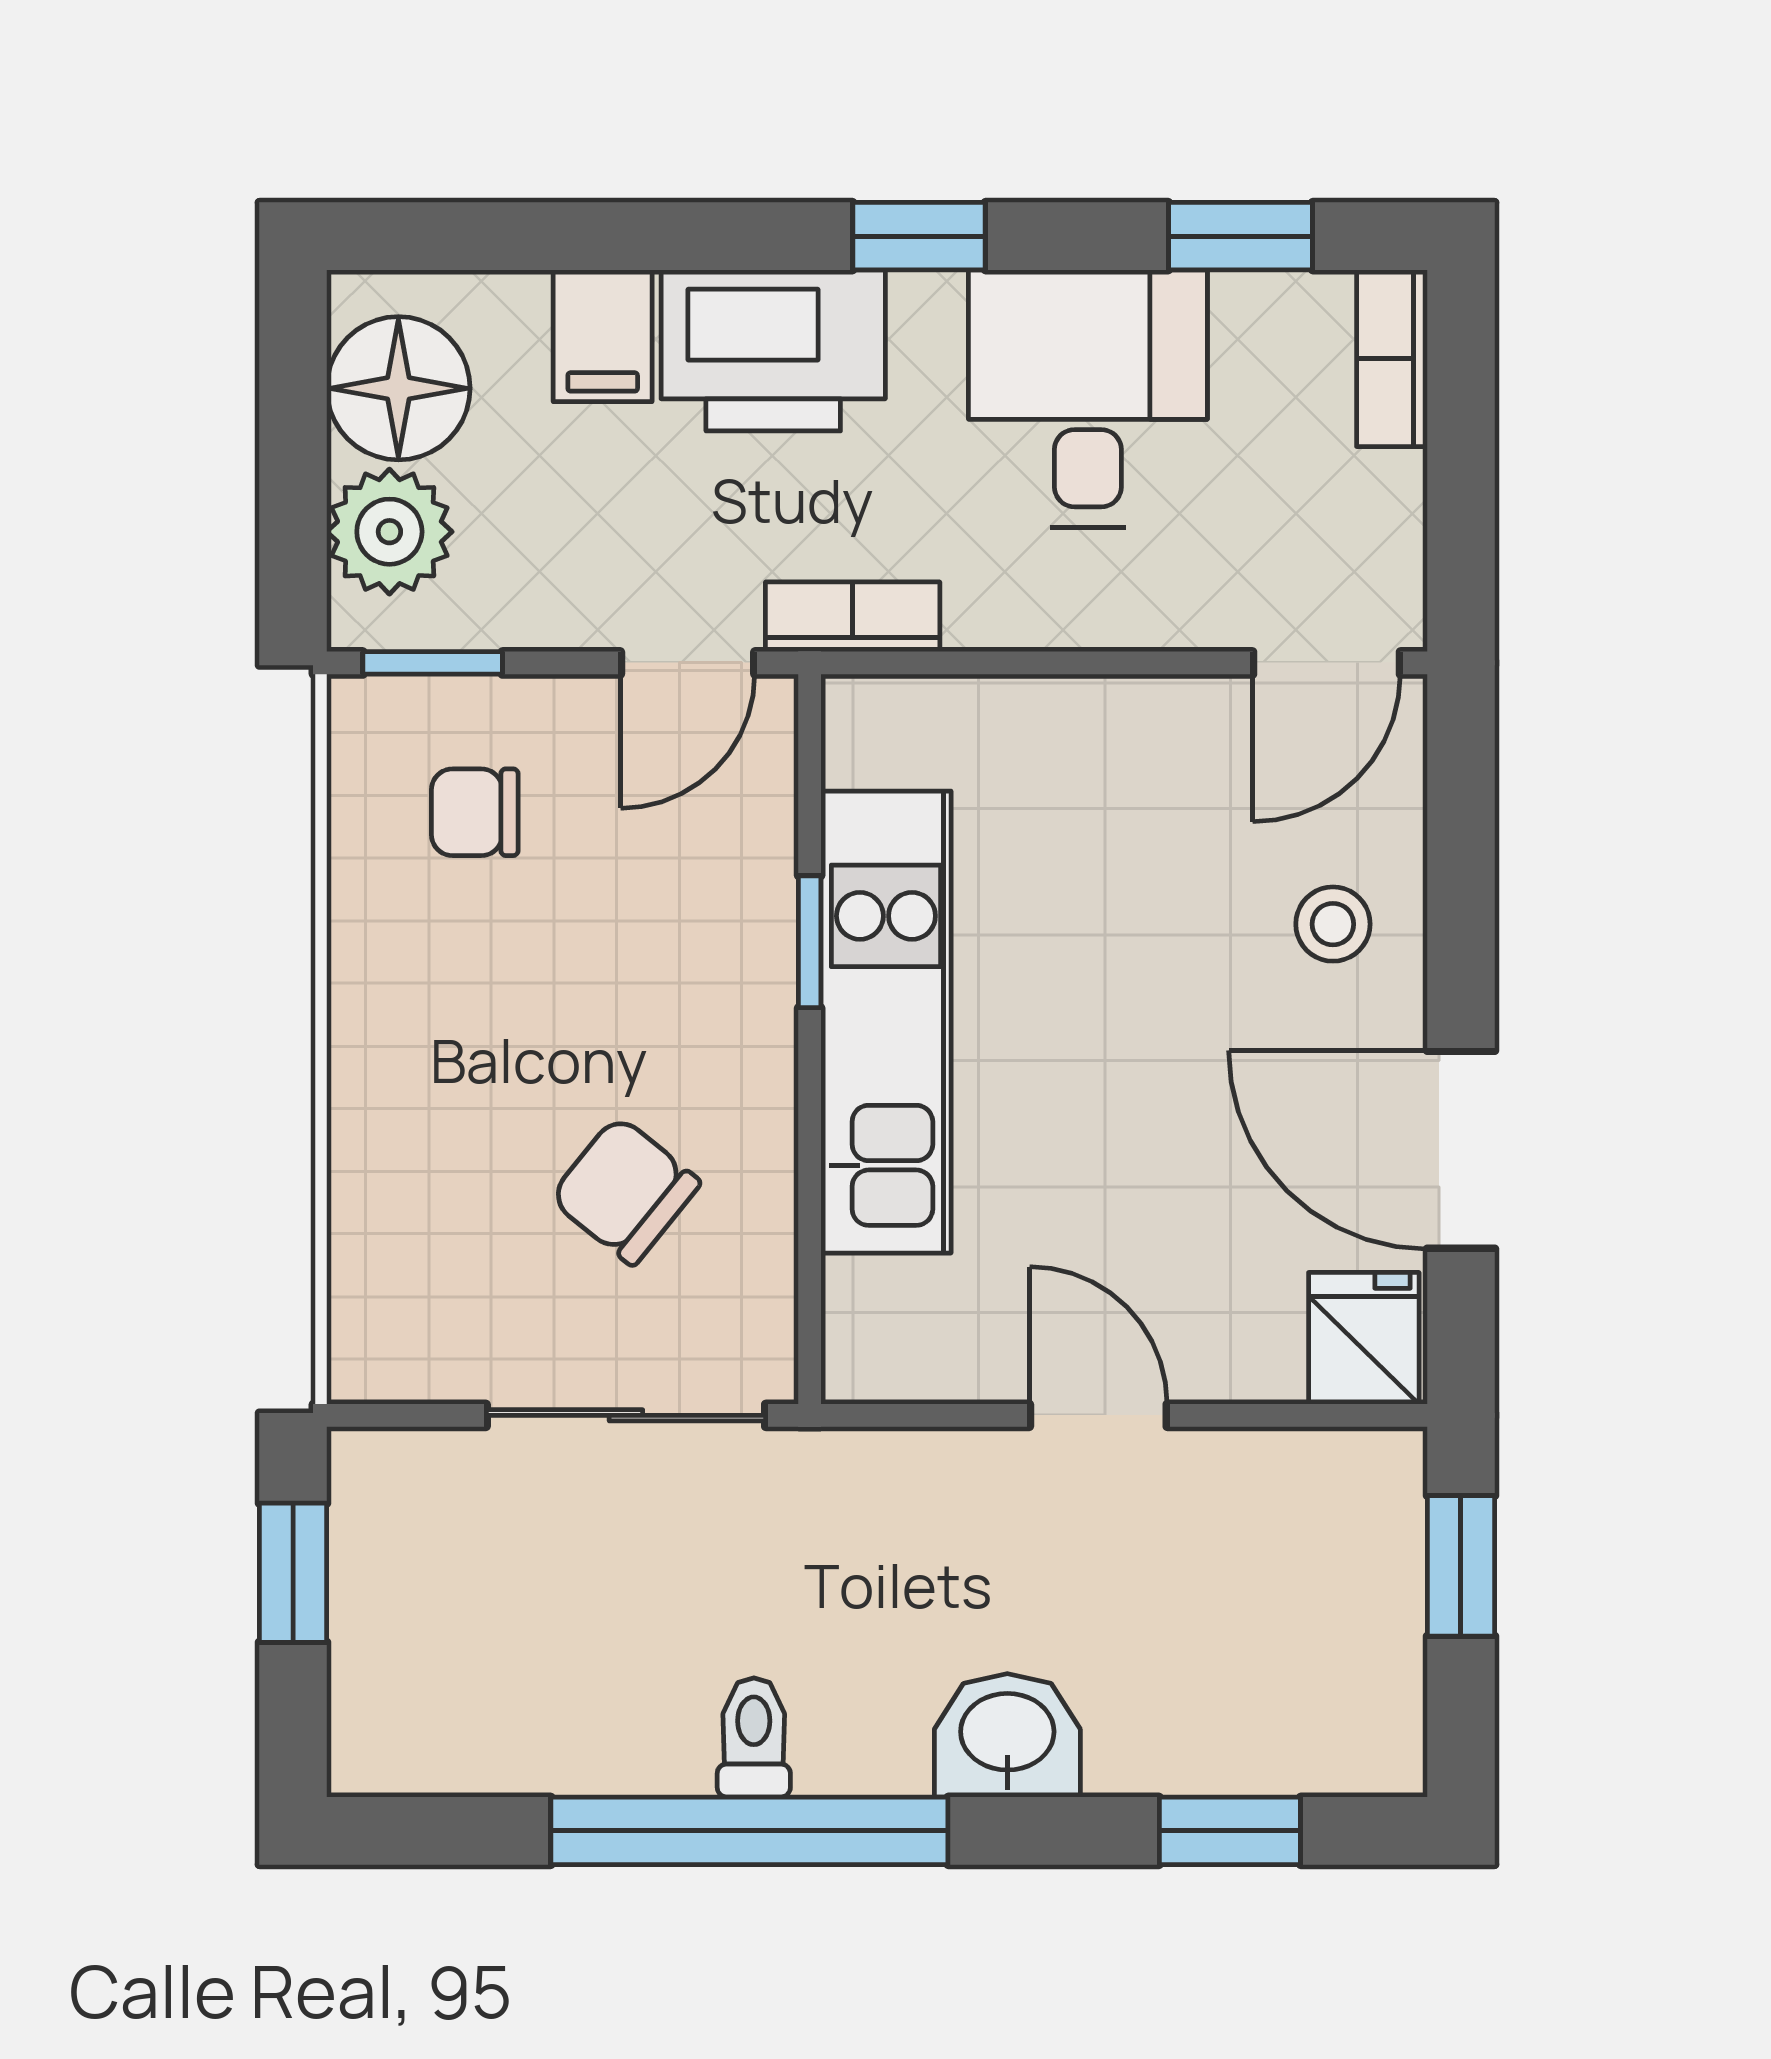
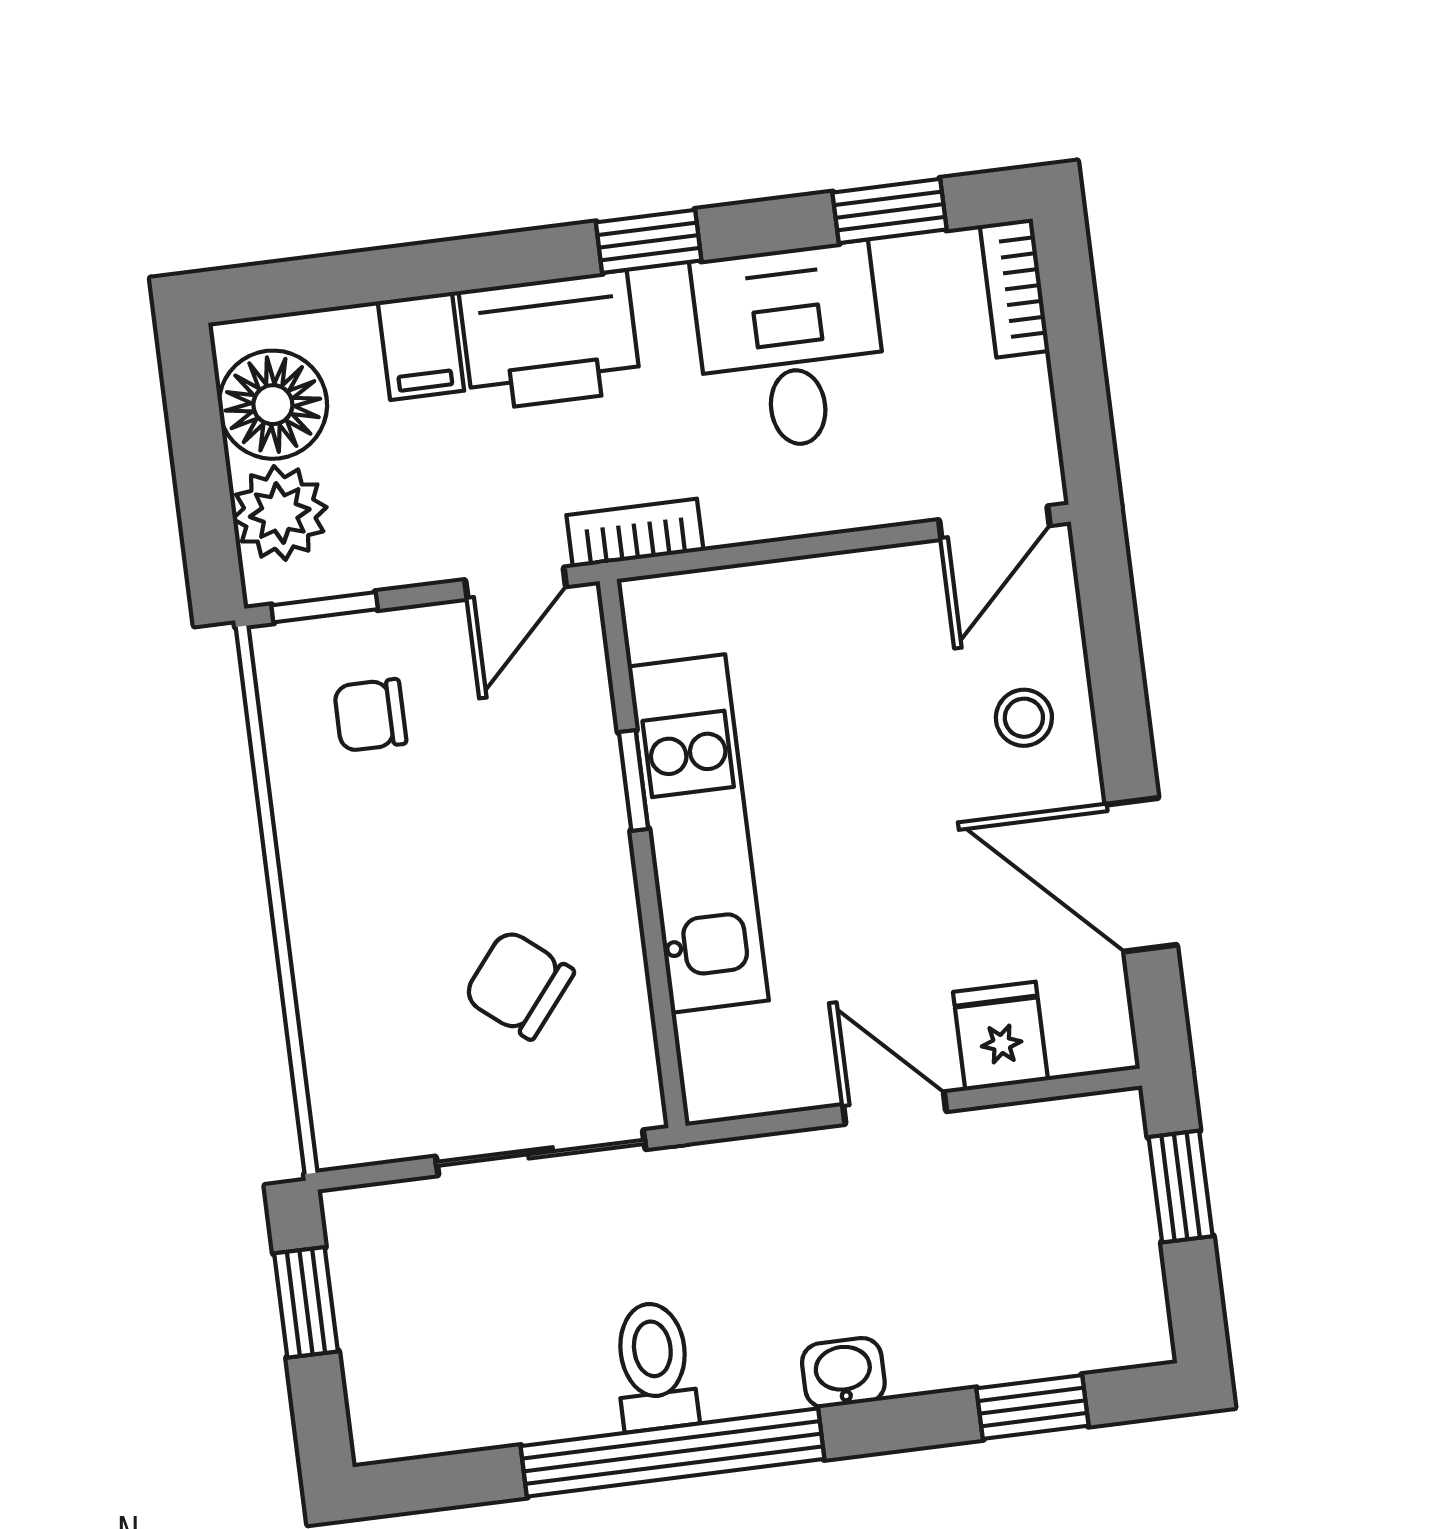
fridge: (1364, 1338) -> (1001, 1036), moved
washbasin: (1007, 1735) -> (843, 1373), width x0.72, depth x0.69
toilet: (754, 1738) -> (655, 1366), width x1.37, depth x1.39

